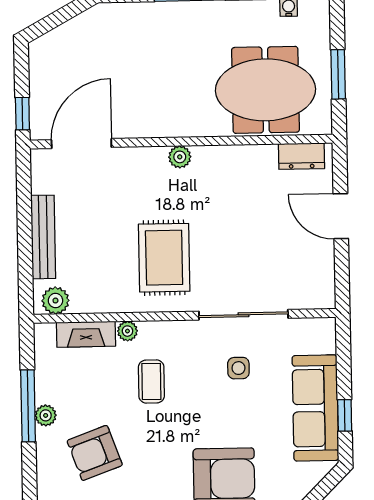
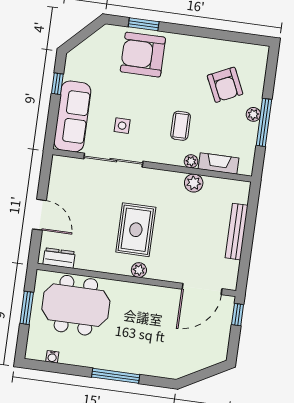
rug: (164, 258) -> (136, 230), moved
plant: (55, 301) -> (194, 183), moved
sofa: (315, 408) -> (72, 116), moved
armchair: (95, 453) -> (225, 85), turned 85

